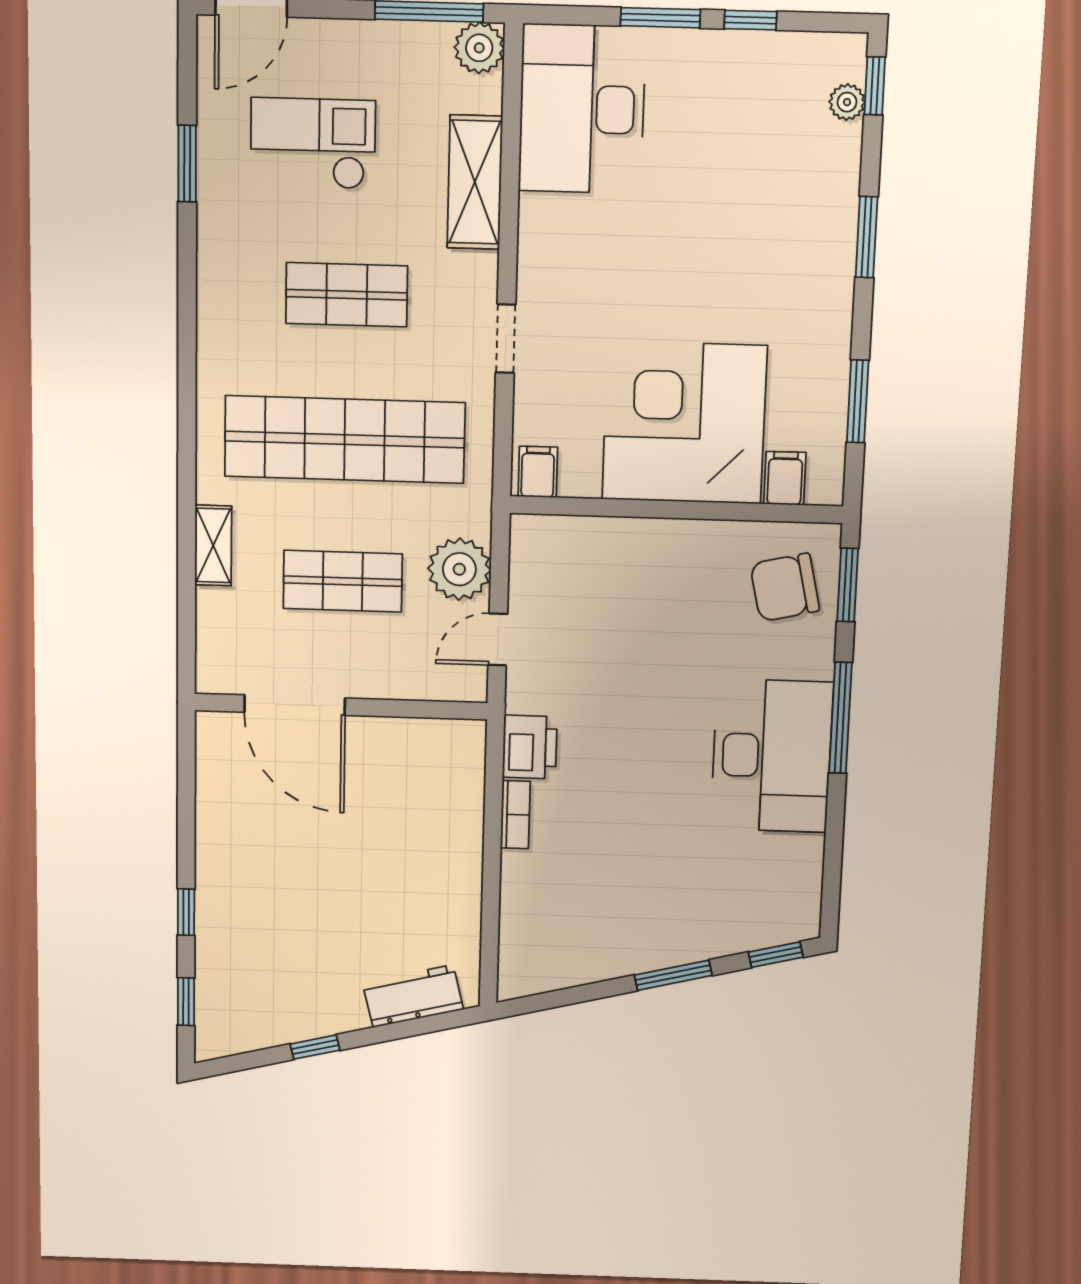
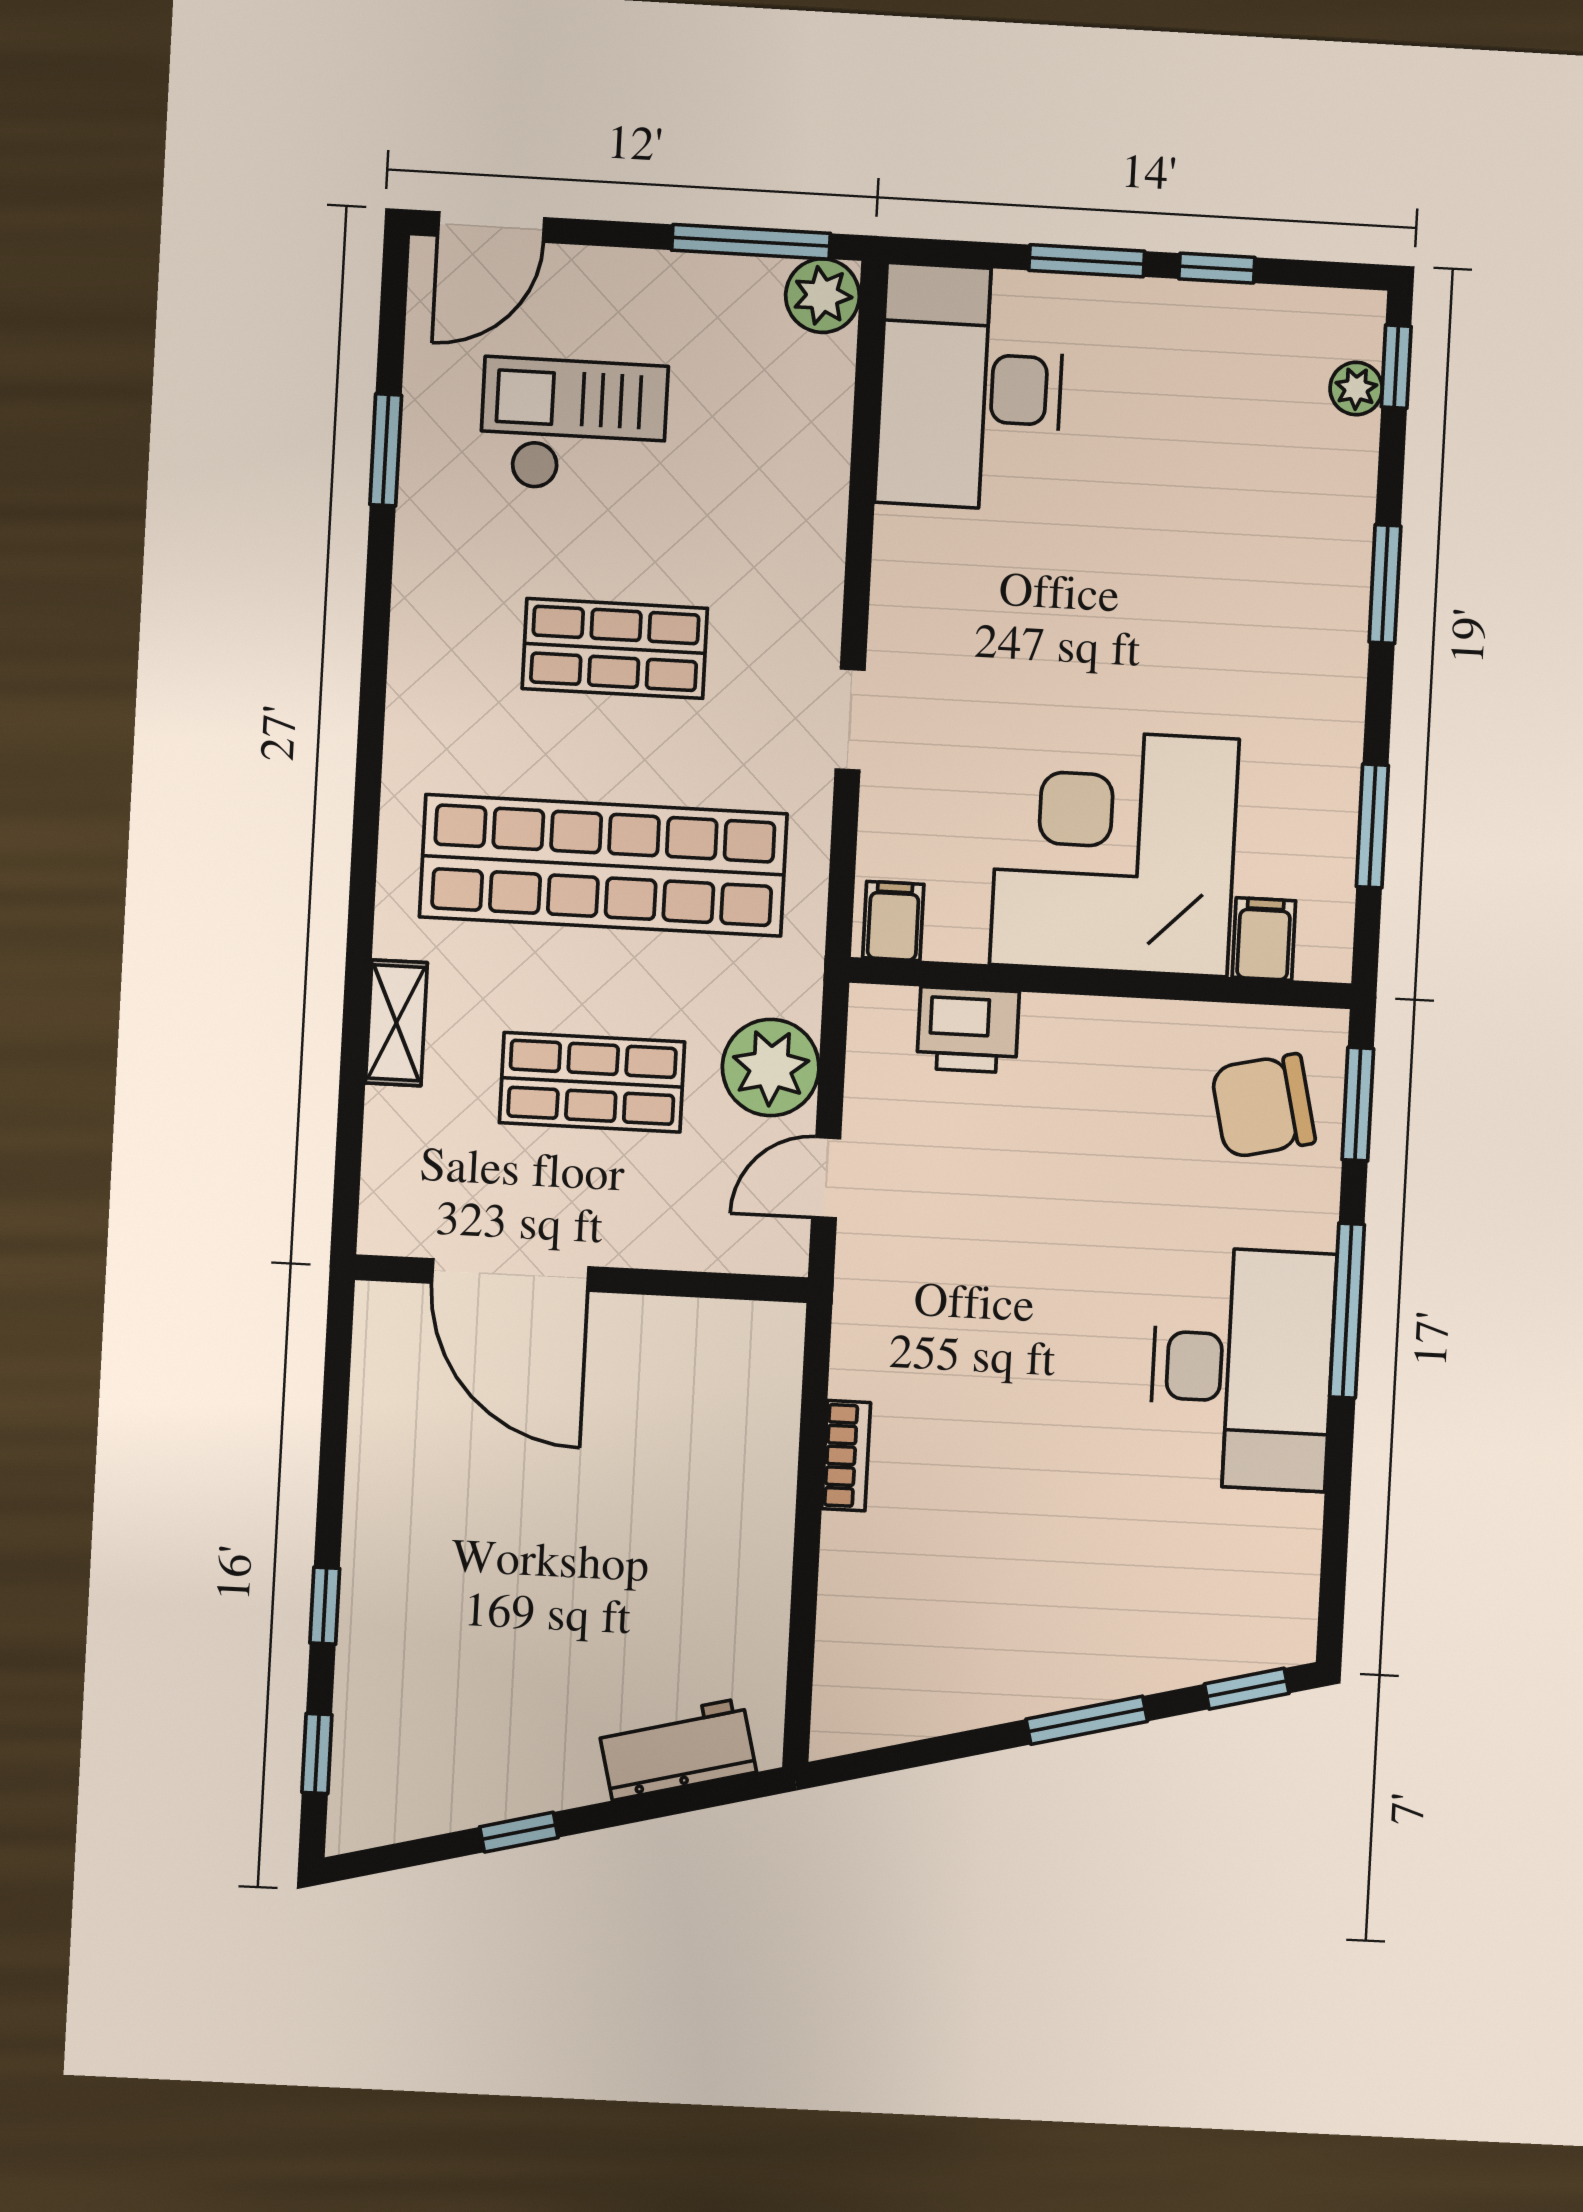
shelving: (475, 182) -> (811, 488), removed
printer: (530, 747) -> (968, 1030), moved, turned 90

